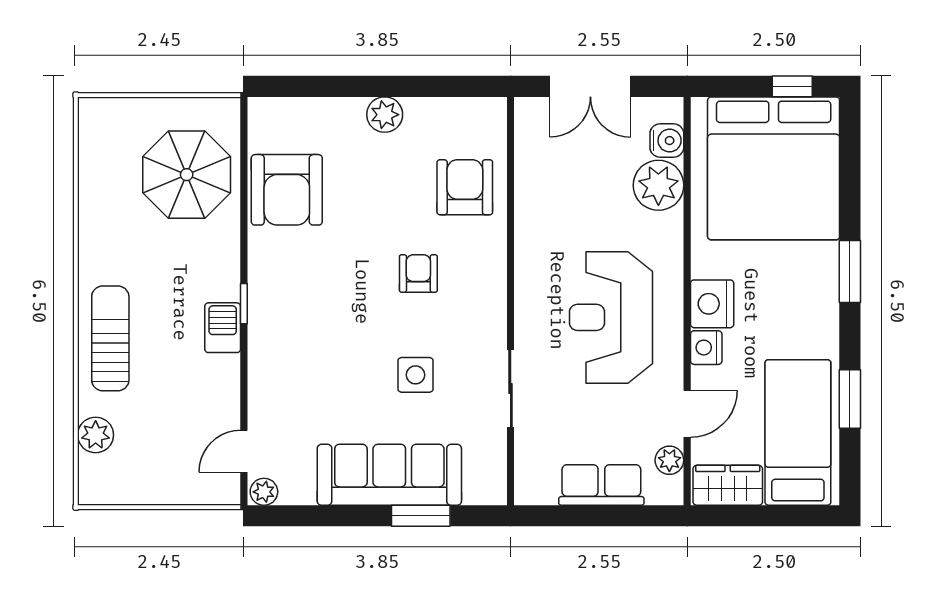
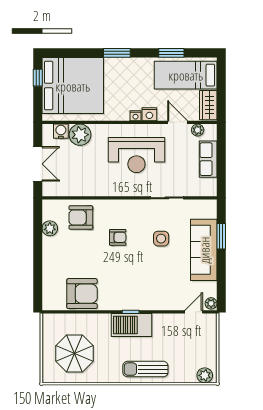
plant: (385, 115) -> (50, 228), moved
parasol: (187, 175) -> (75, 353), moved
armchair: (418, 273) -> (118, 237), turned 180
nightstand: (712, 304) -> (135, 116), width x0.53, depth x0.56
barbecue: (223, 328) -> (131, 325), width x1.88, depth x1.53
plant: (96, 435) -> (205, 375), moved
door: (244, 451) -> (194, 312), swing flipped

